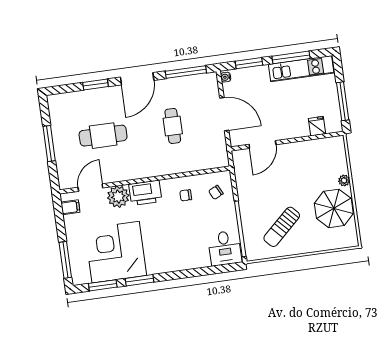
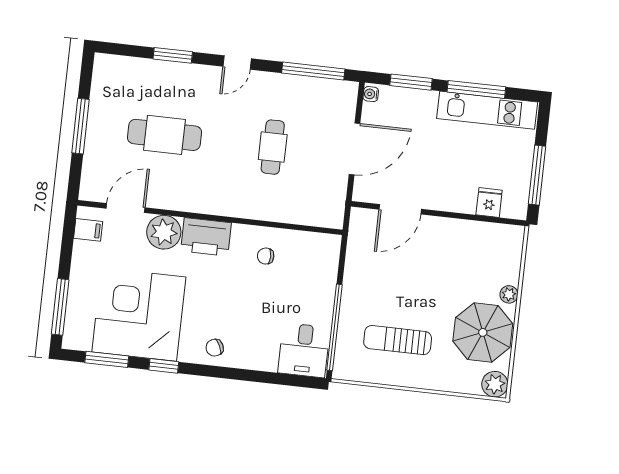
door: (137, 79) -> (237, 63), width x0.53
door: (224, 114) -> (355, 149), hinge flipped
chair: (216, 192) -> (215, 348), moved
sun lounger: (282, 227) -> (398, 340), turned 43
plant: (350, 239) -> (495, 384), added
window: (139, 280) -> (164, 366), width x0.67

